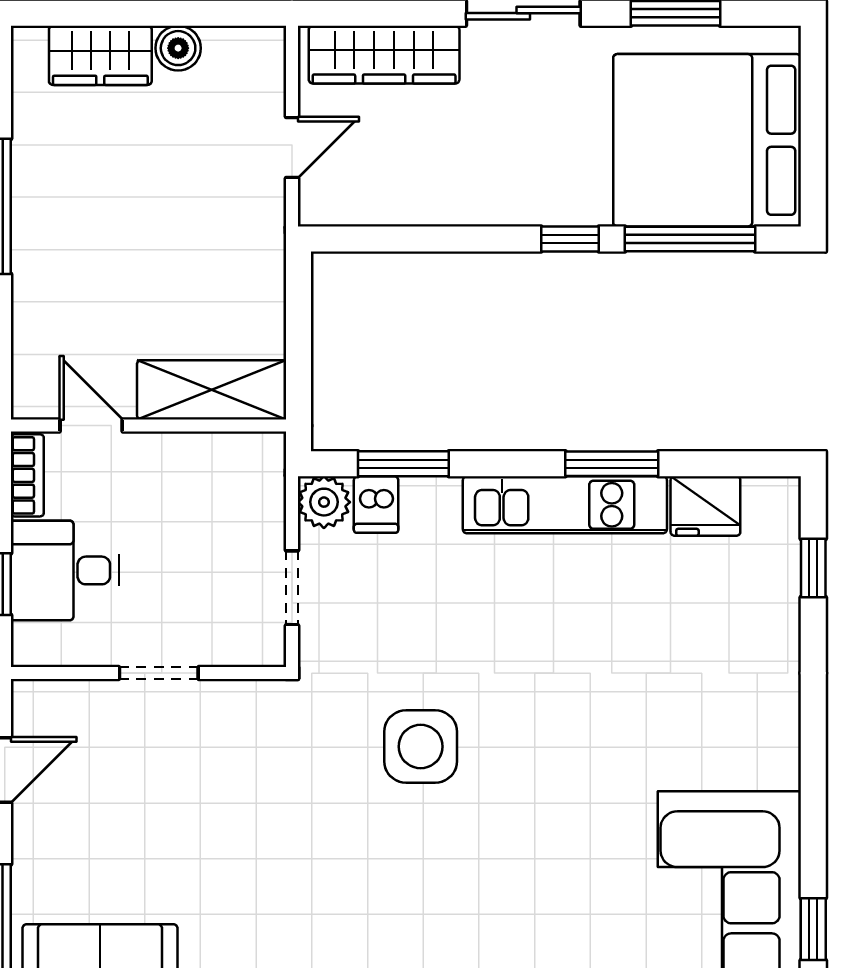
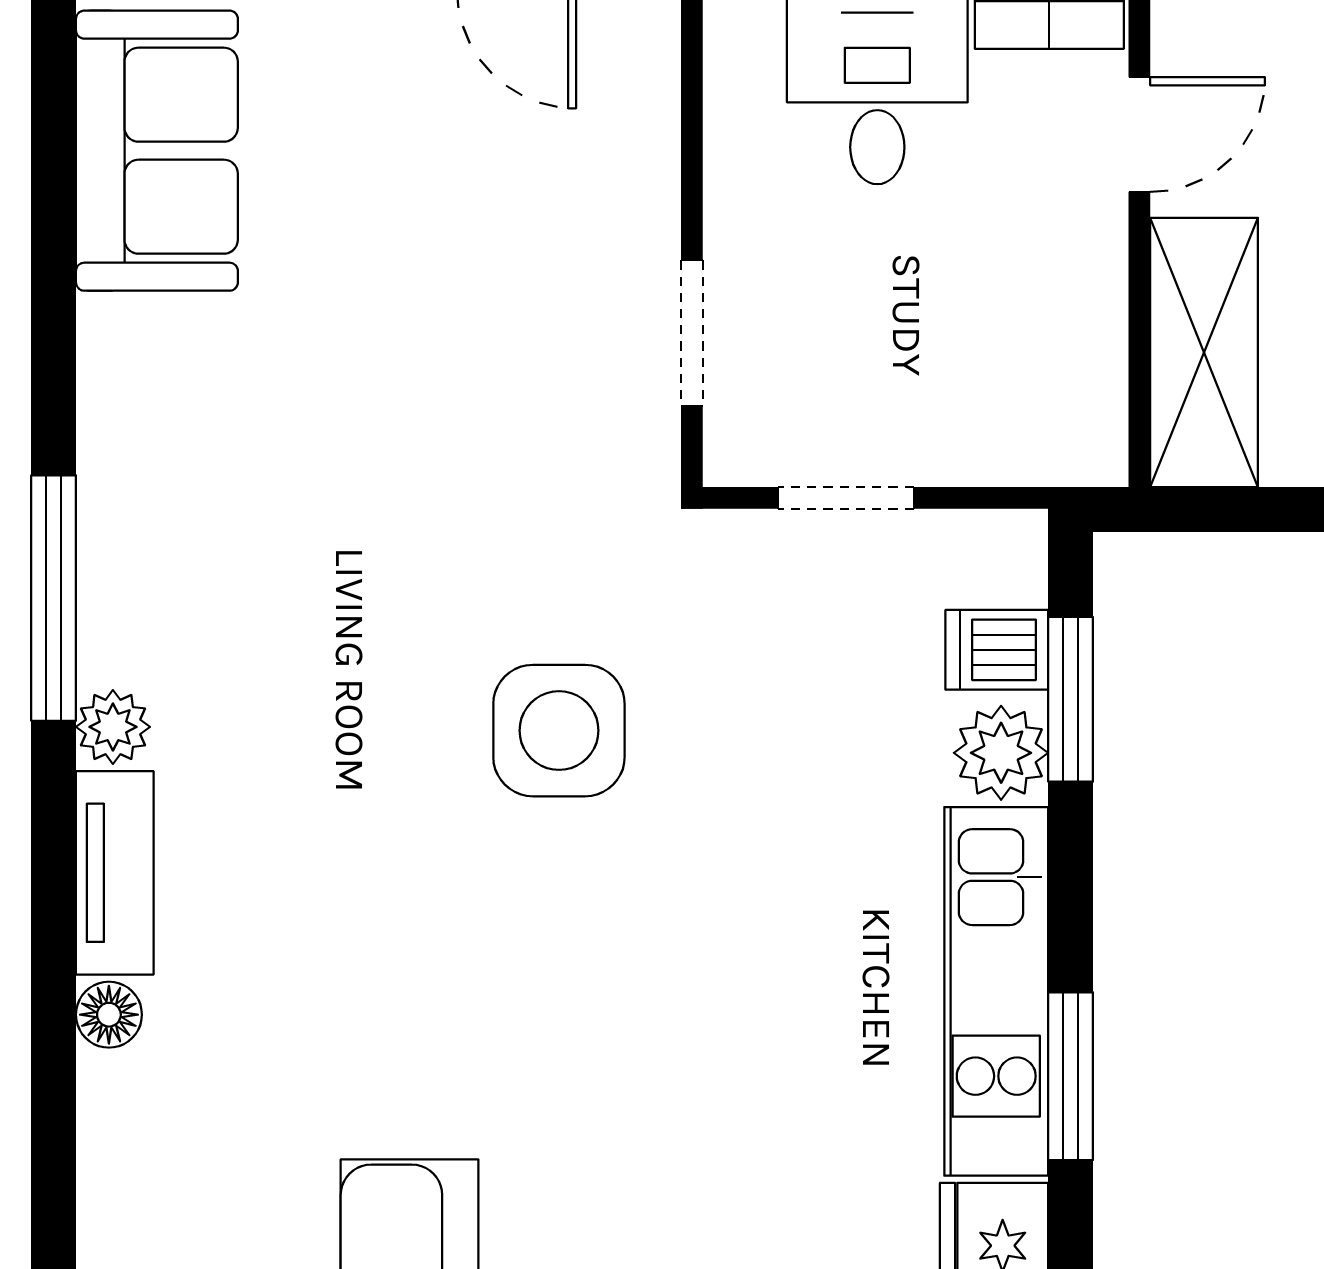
plant: (324, 502) -> (1001, 753), moved
doorway: (159, 673) -> (692, 333), moved

